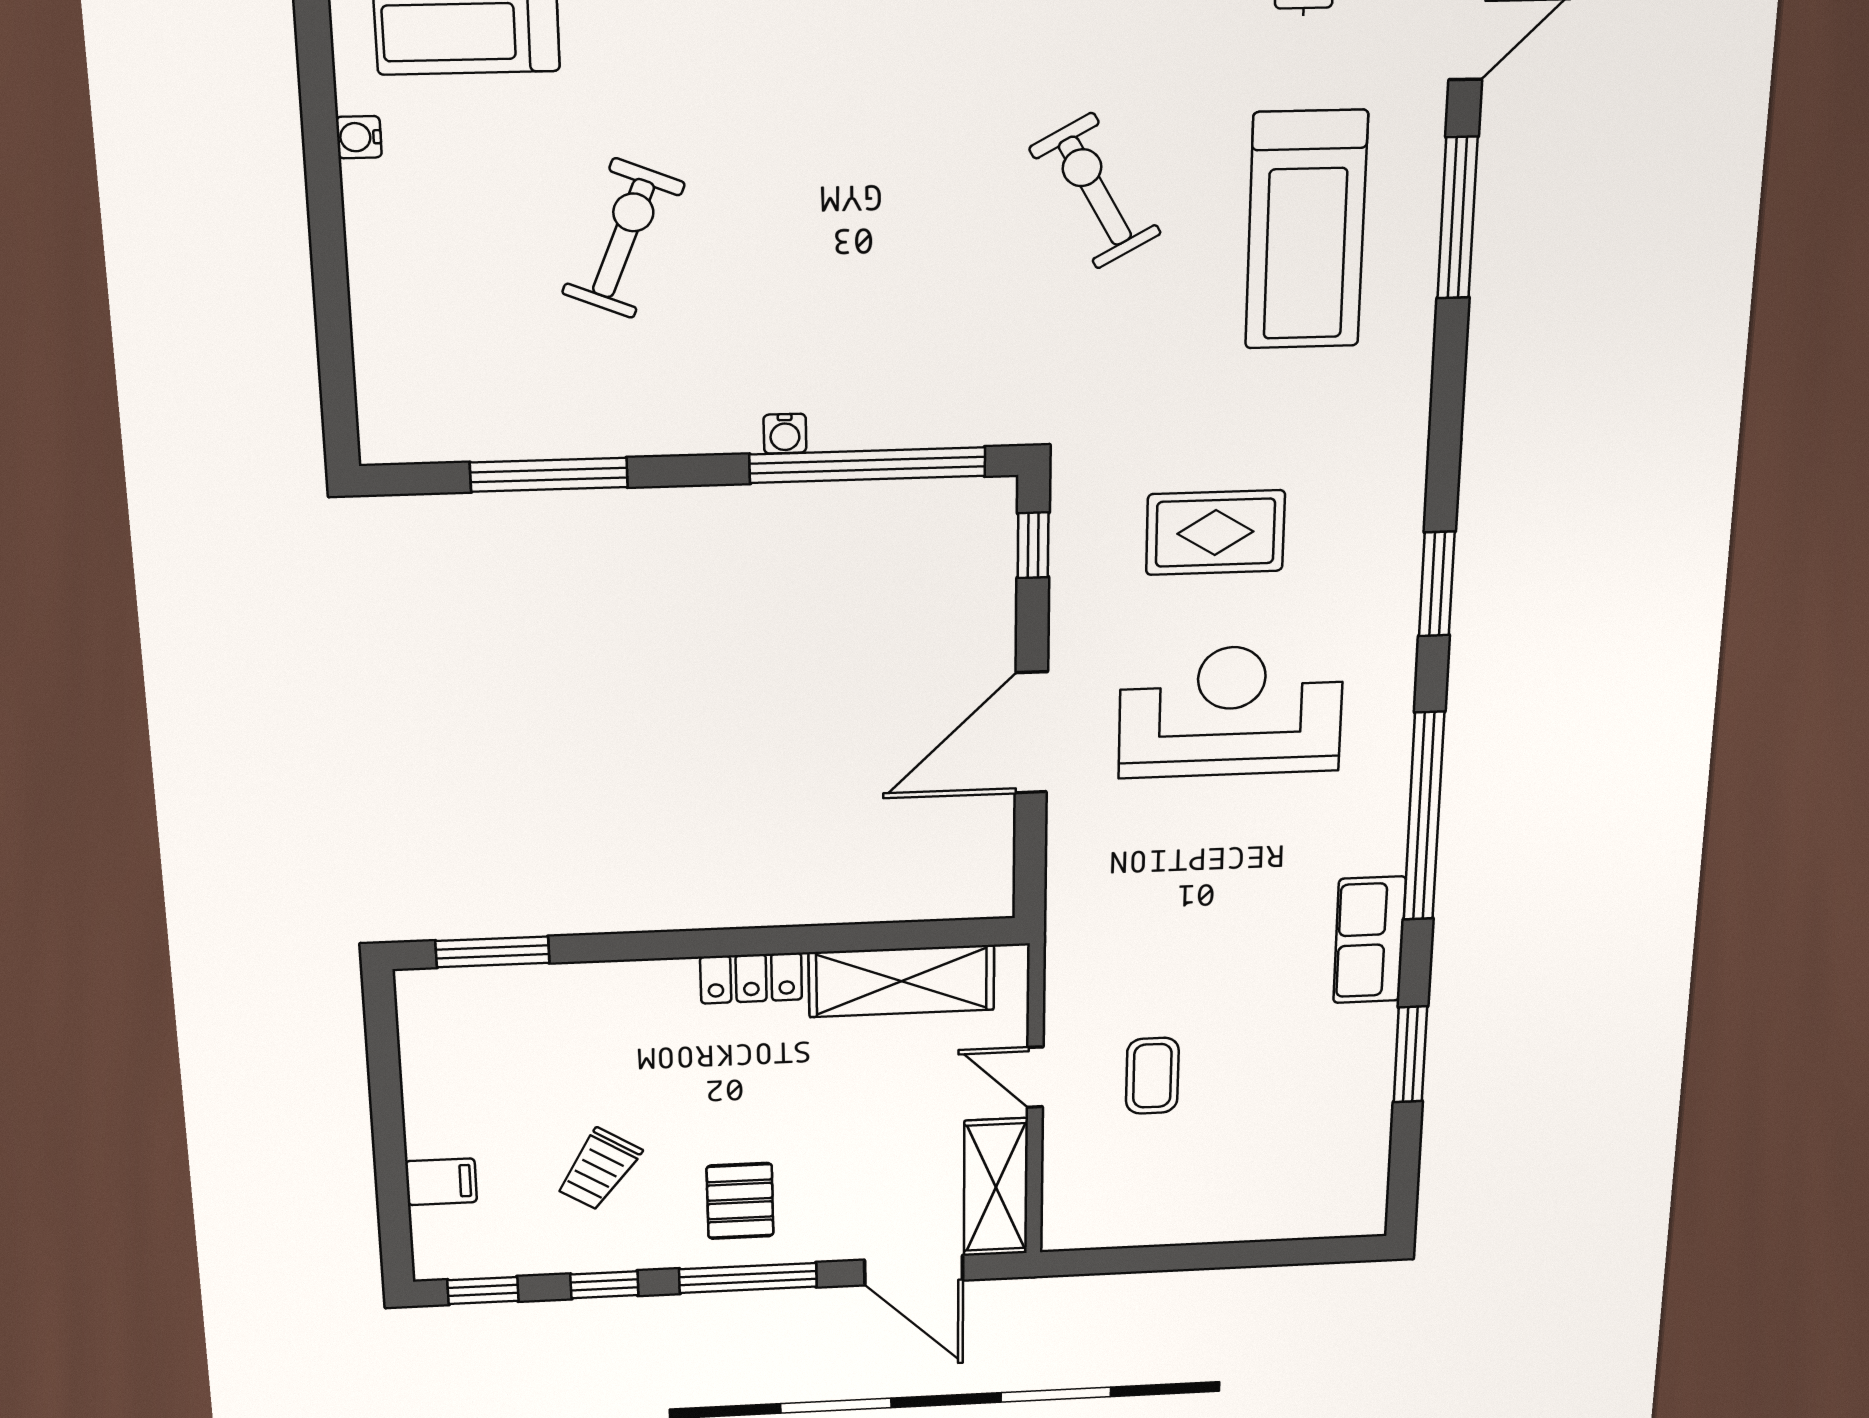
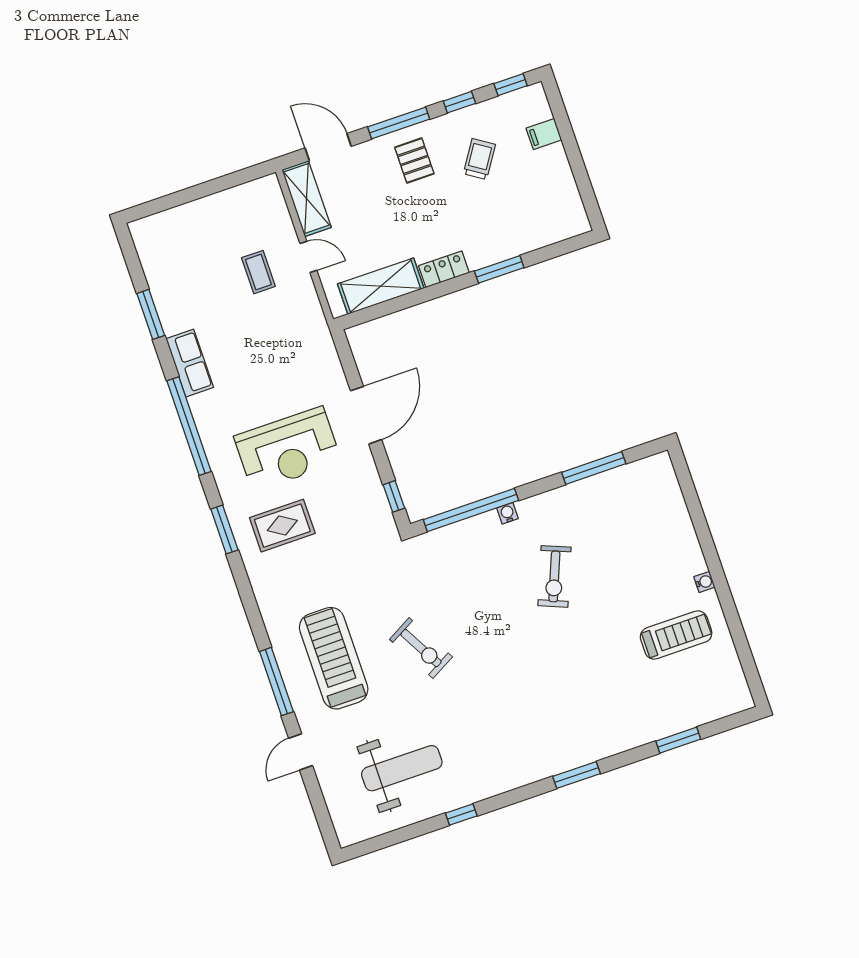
exercise bike: (623, 238) -> (554, 576), moved
rug: (1215, 533) -> (282, 526), moved
window: (492, 952) -> (499, 269), moved

